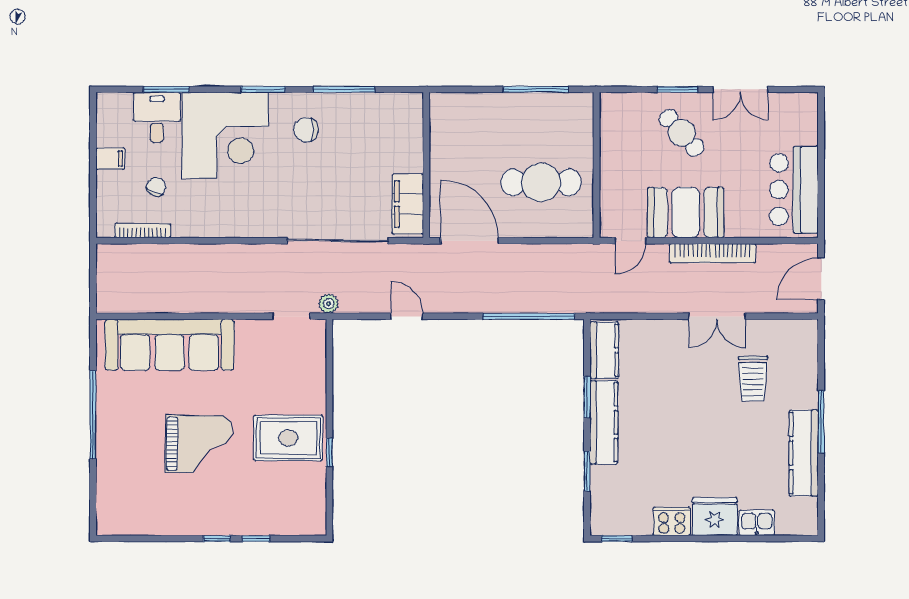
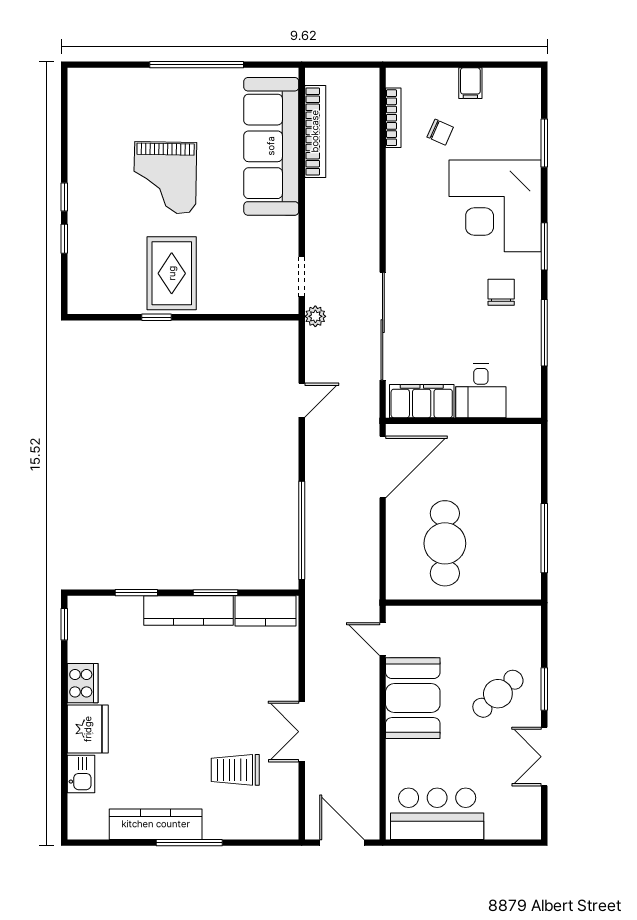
desk: (157, 117) -> (481, 391), moved, turned 90
bookcase: (713, 253) -> (315, 131), moved, turned 180

